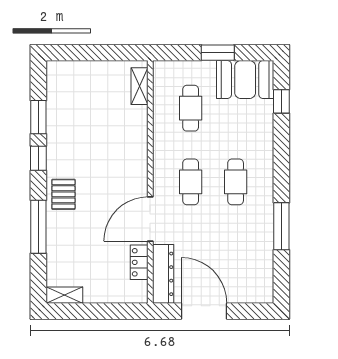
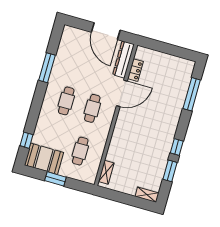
pallet: (63, 194) -> (168, 122), removed
window: (38, 227) -> (192, 94), moved
shelving: (64, 295) -> (147, 195), moved

